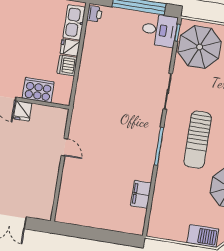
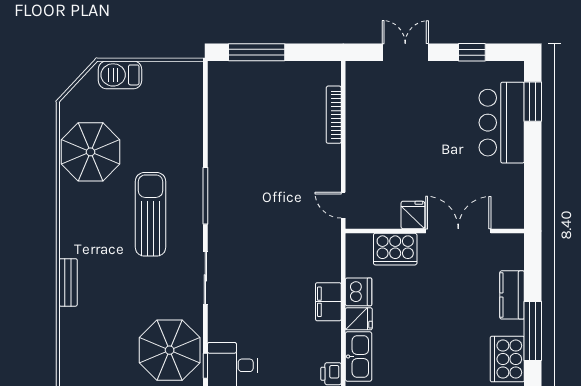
door: (64, 147) -> (343, 205), moved
bookcase: (65, 186) -> (334, 115), added
filing cabinet: (141, 194) -> (328, 302), moved, turned 180
window: (109, 236) -> (257, 52), added

